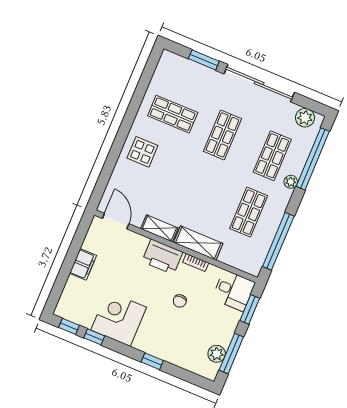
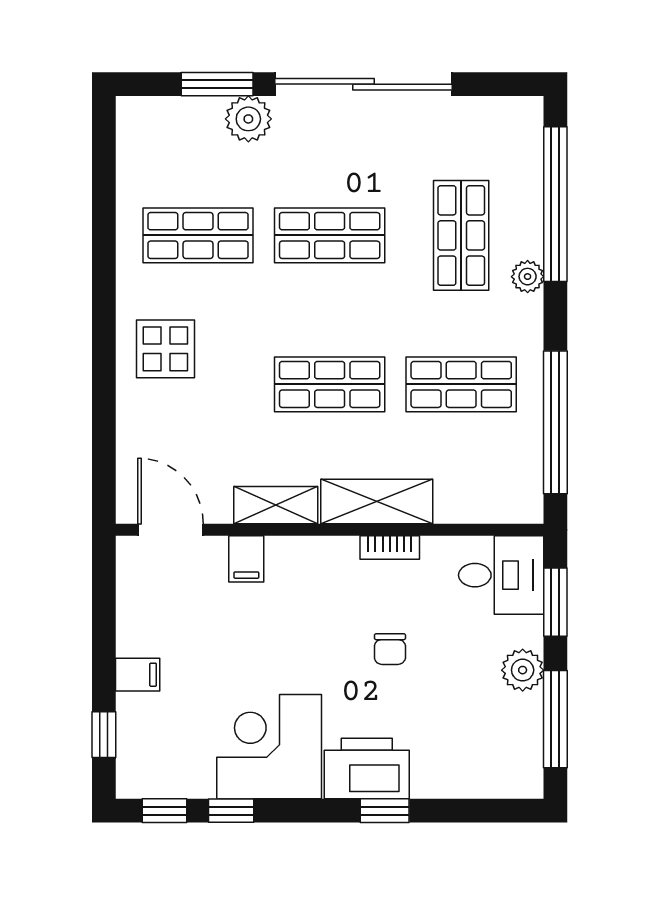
plant: (305, 118) -> (248, 119), moved
shop shelf: (222, 135) -> (330, 235), turned 90
shop shelf: (199, 191) -> (330, 384), added
shop shelf: (249, 212) -> (461, 384), turned 90
filing cabinet: (140, 244) -> (246, 559), added
printer: (162, 257) -> (367, 768), moved, turned 180
filing cabinet: (83, 264) -> (138, 675), width x0.50
window: (58, 288) -> (104, 735), added
plant: (217, 354) -> (523, 670), moved

